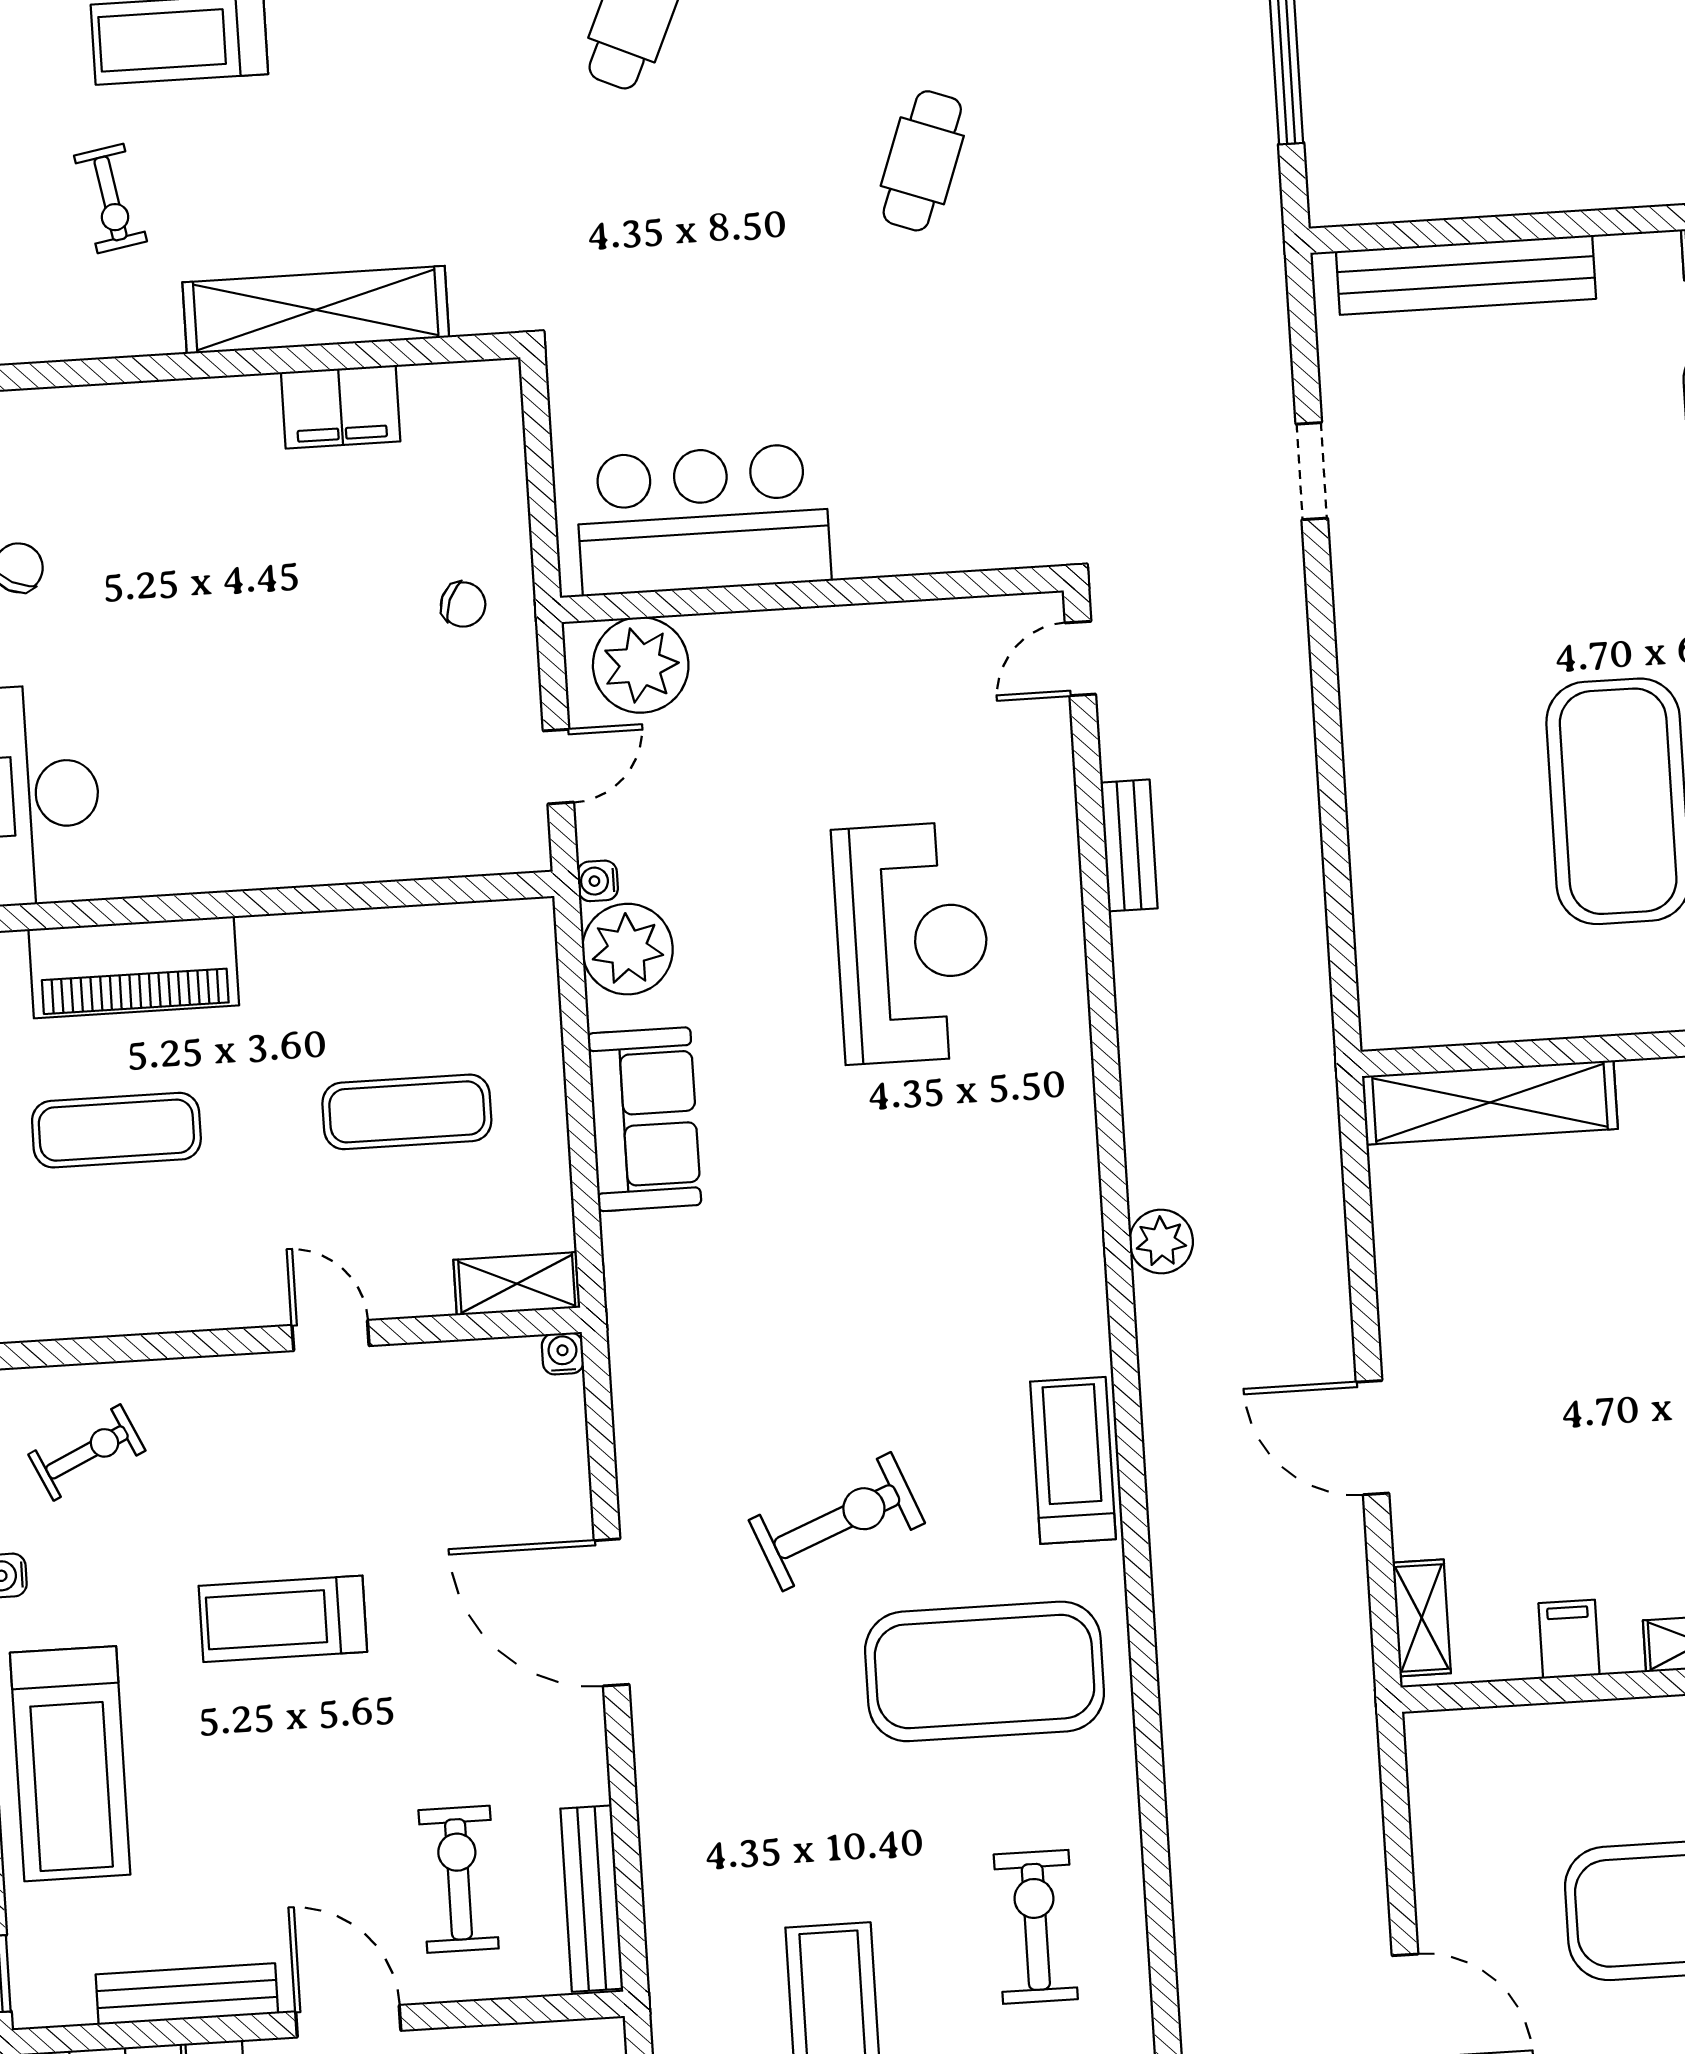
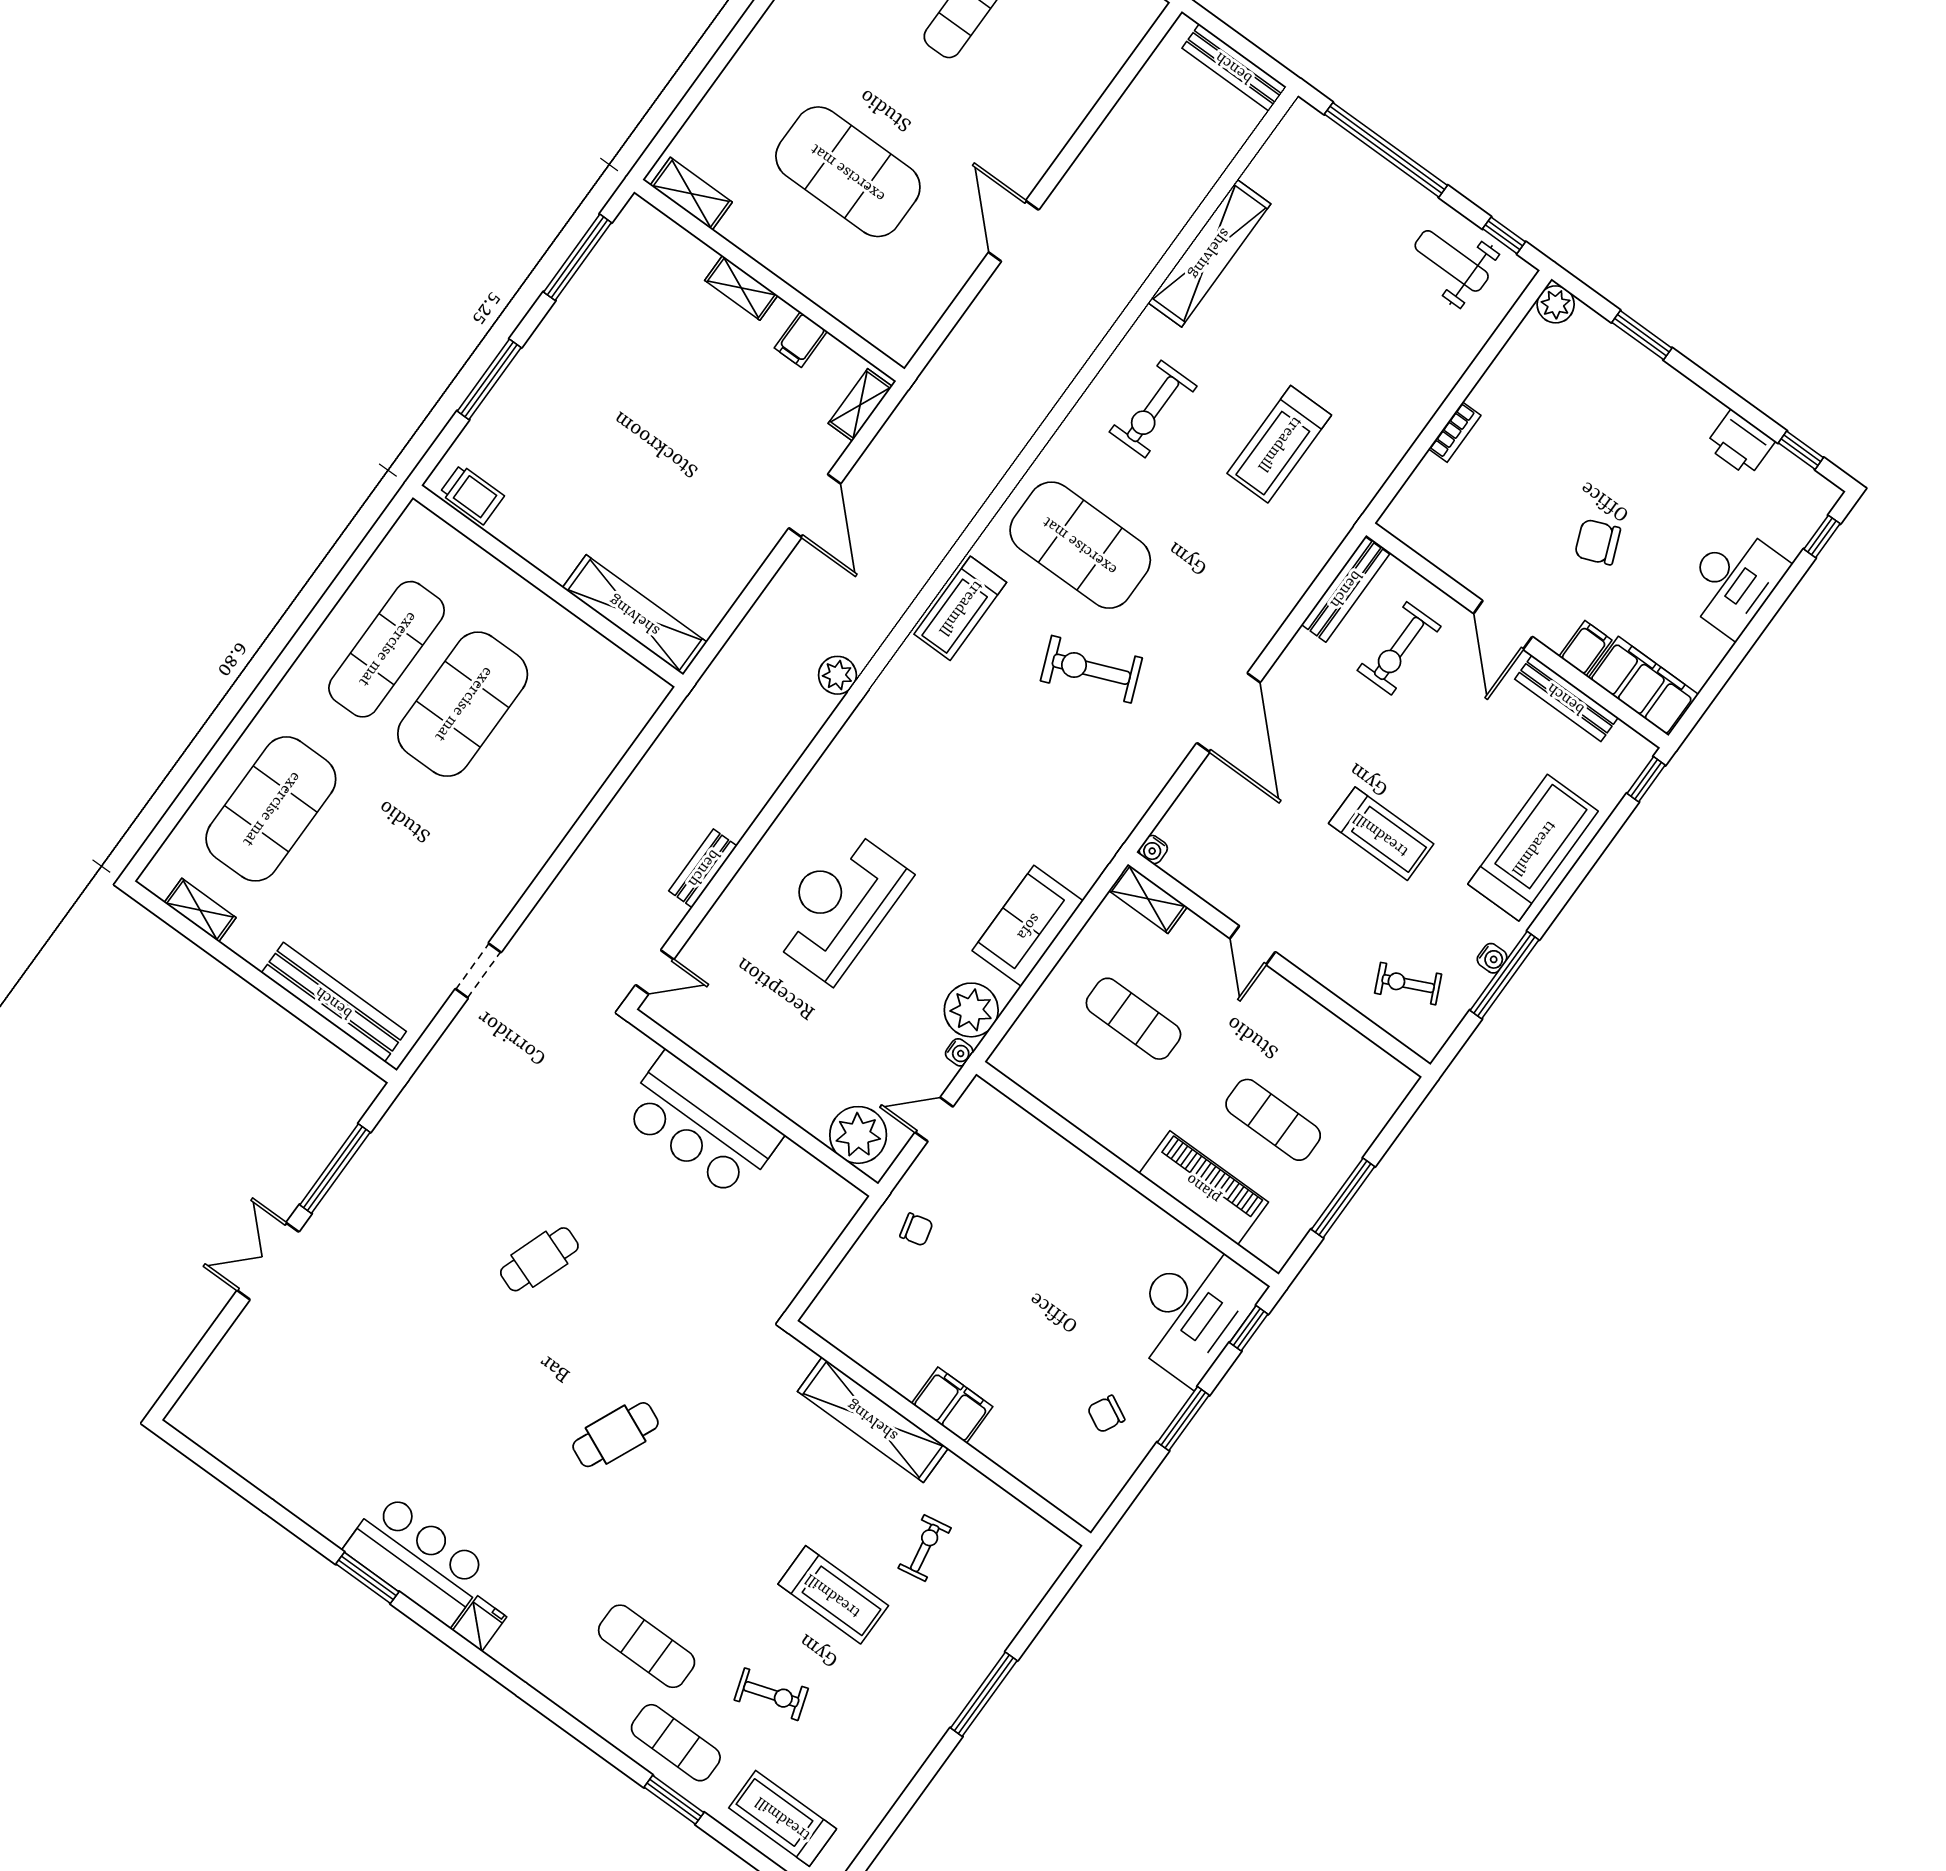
filing cabinet: (341, 407) -> (952, 1405), moved
bar counter: (703, 519) -> (701, 1125), moved
chair: (463, 604) -> (916, 1230), turned 144

